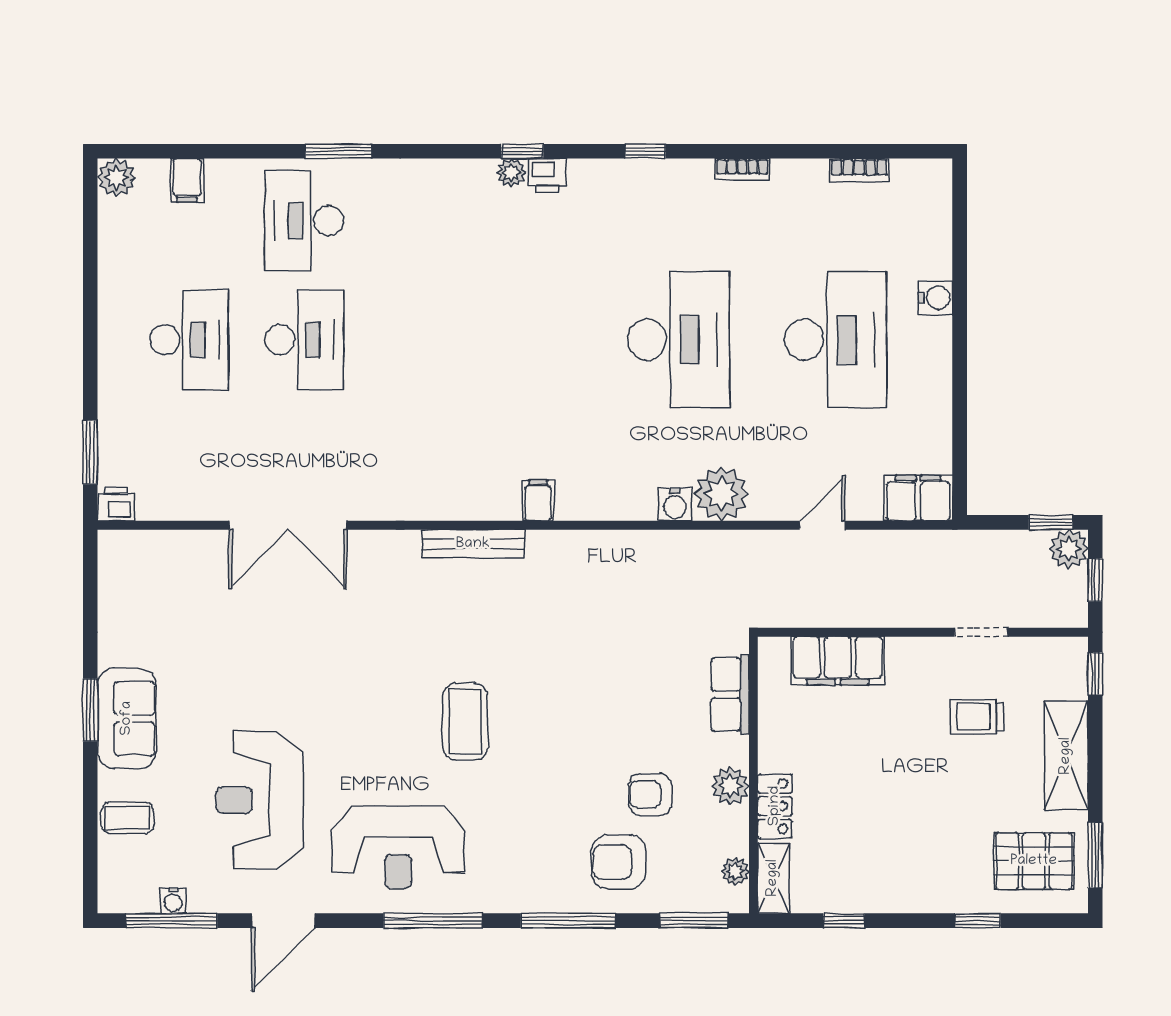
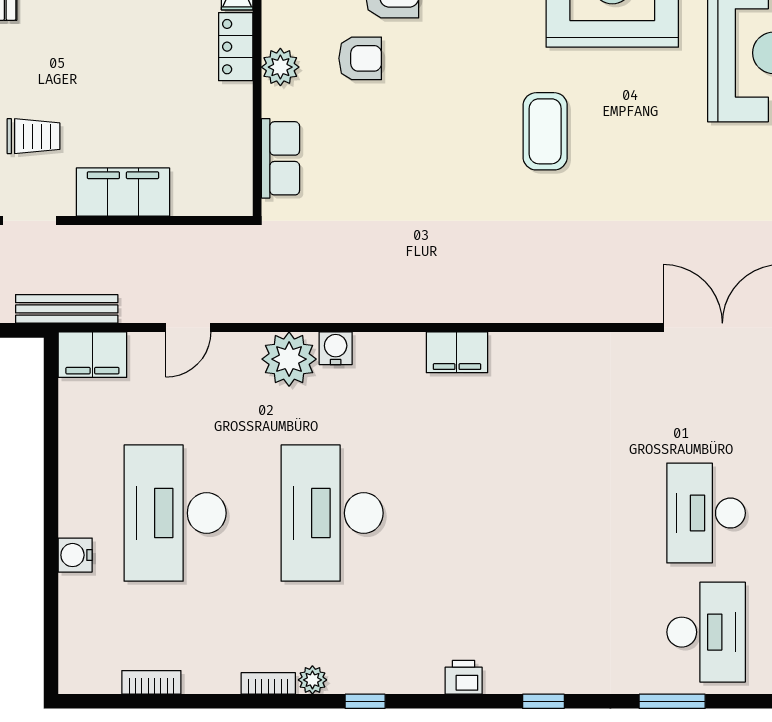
window: (522, 151) -> (543, 701), moved
plant: (511, 173) -> (312, 680), moved
filing cabinet: (538, 500) -> (457, 352), width x2.00
bench: (473, 544) -> (67, 309), moved
filing cabinet: (838, 661) -> (123, 192), moved

